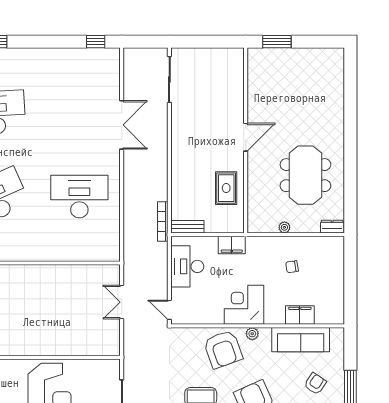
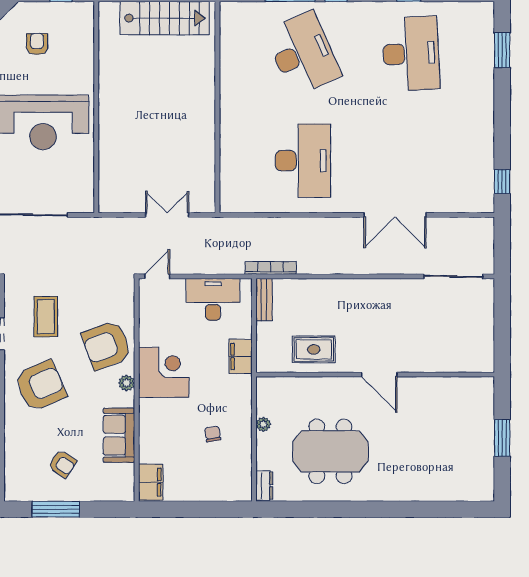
window: (277, 42) -> (502, 438), moved
filing cabinet: (300, 315) -> (151, 482), moved
sofa: (301, 340) -> (119, 435), width x0.73

